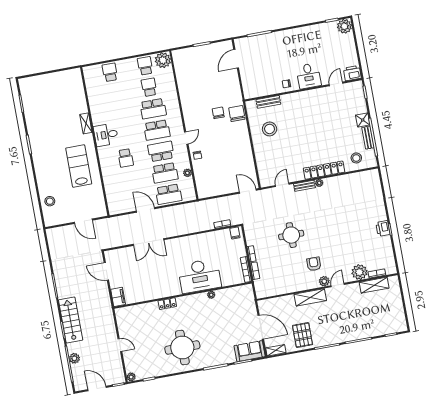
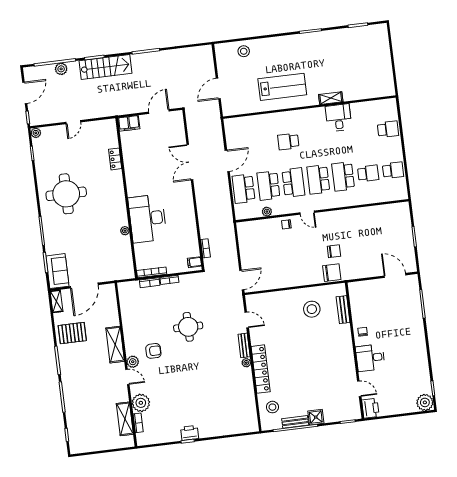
plant: (163, 60) -> (398, 191), removed
desk: (106, 135) -> (338, 118), moved
locker: (167, 304) -> (115, 159), moved

